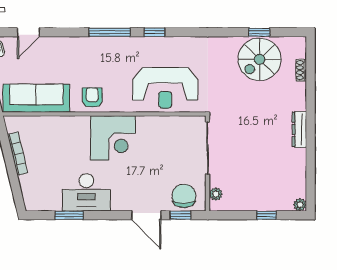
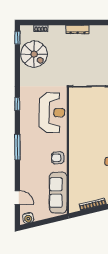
window: (154, 32) -> (17, 104), moved
window: (259, 32) -> (17, 38), moved
corner desk: (113, 138) -> (83, 145), removed

